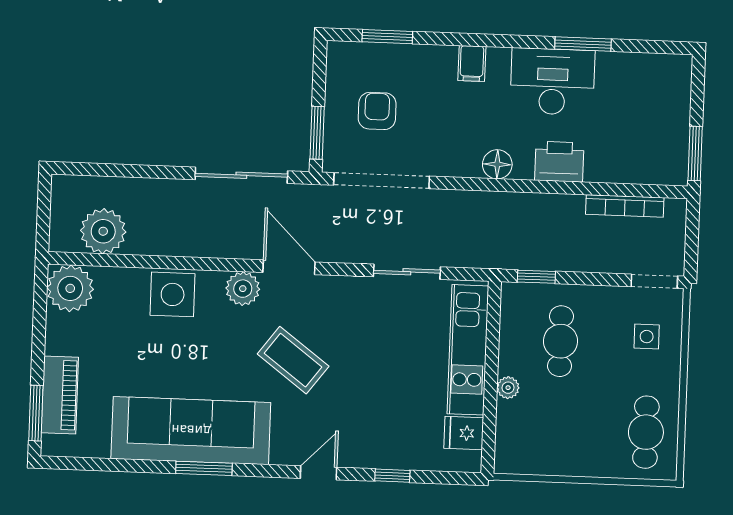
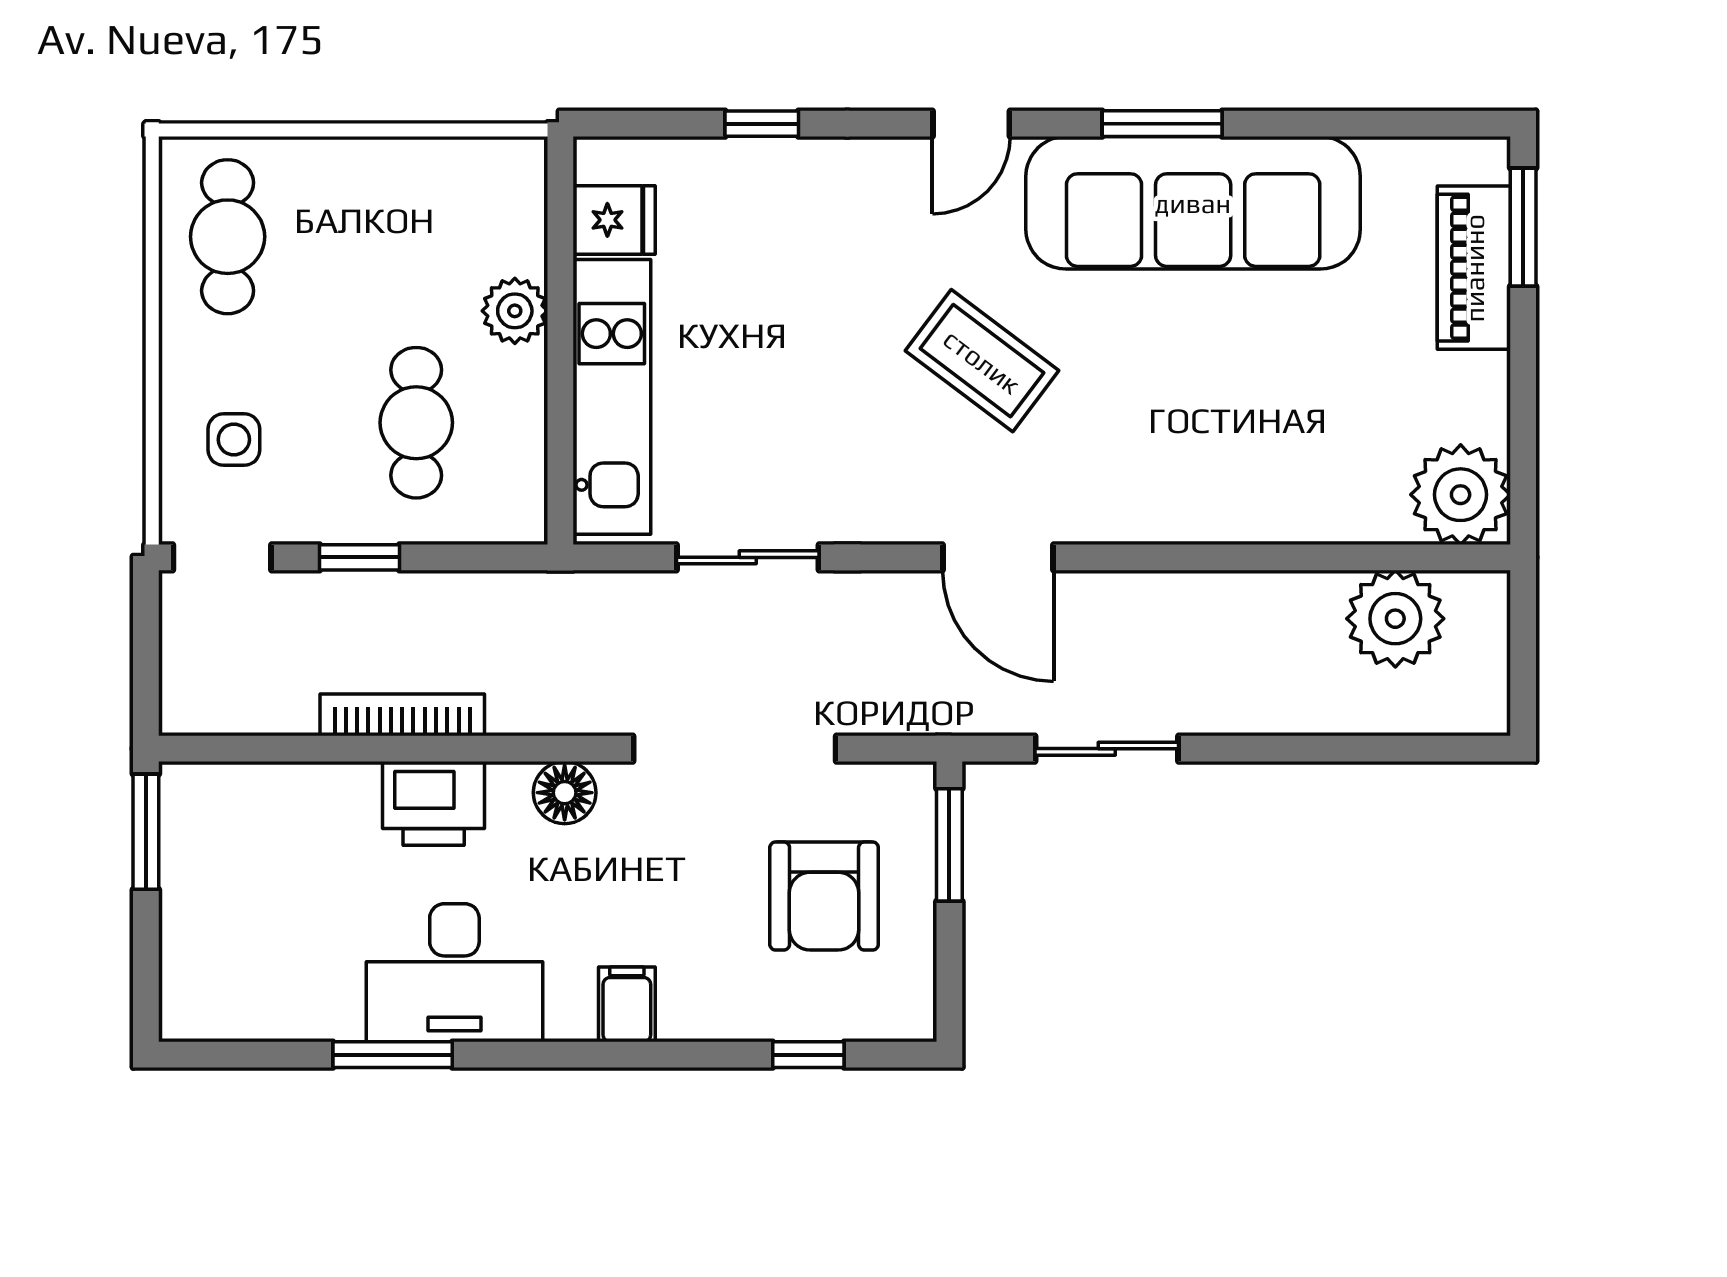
window: (387, 37) -> (808, 1055), width x0.67
armchair: (377, 111) -> (824, 896), width x1.38, depth x1.38
sliding door: (241, 175) -> (1107, 749), width x0.73
doorway: (382, 181) -> (735, 749), moved
bookcase: (625, 206) -> (402, 715), moved
window: (536, 277) -> (359, 557), moved
plant: (243, 289) -> (1094, 508), removed
side table: (173, 294) -> (1243, 490), removed
plant: (508, 388) -> (515, 311), width x1.38, depth x1.38
door: (318, 473) -> (971, 124), moved

